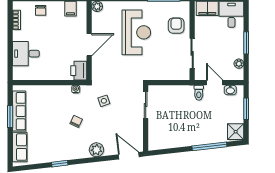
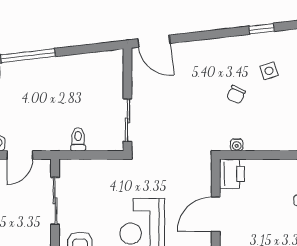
door: (215, 83) -> (20, 155), hinge flipped
toilet: (199, 93) -> (78, 139), moved
side table: (104, 101) -> (269, 71), moved
plant: (96, 150) -> (204, 50), removed

